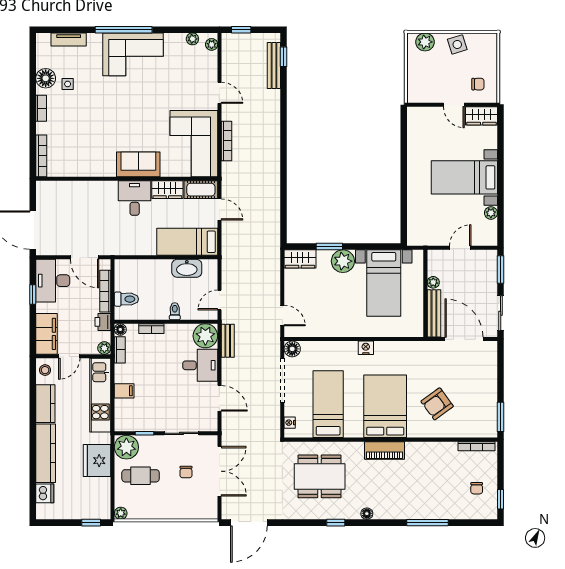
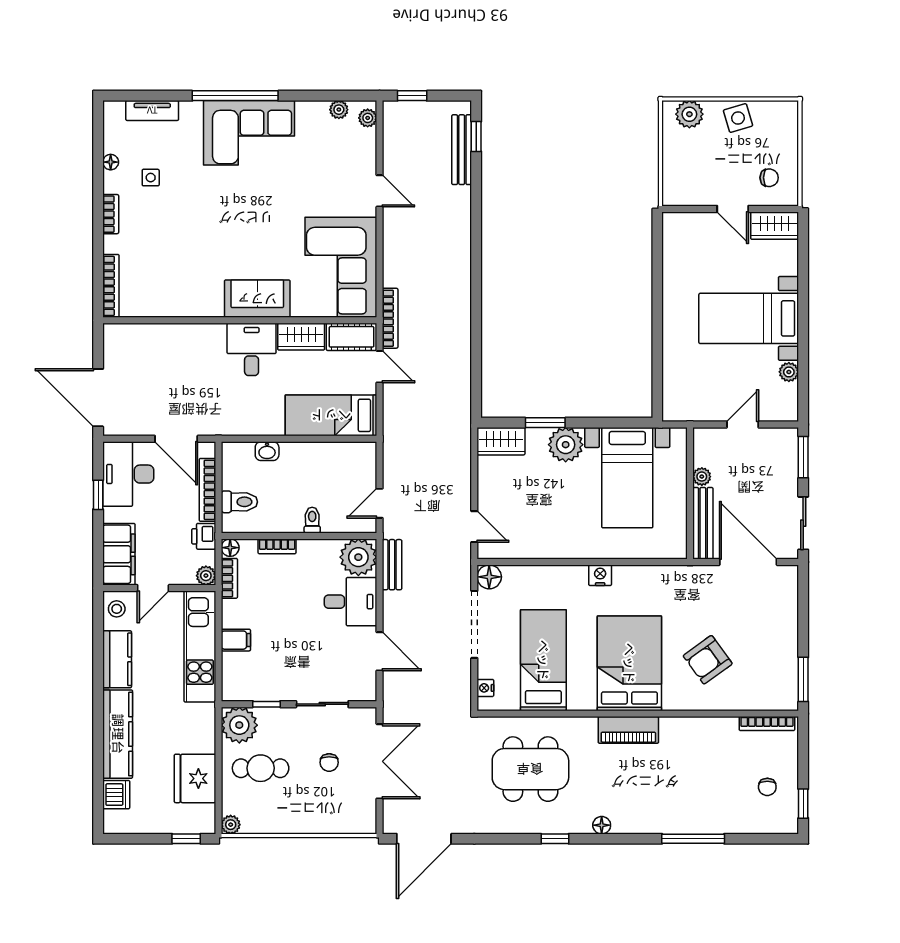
floor lamp: (46, 78) -> (111, 162), width x0.53, depth x0.53
bookcase: (226, 141) -> (390, 318), moved
washbasin: (187, 268) -> (267, 451), moved, width x0.52, depth x0.69
fridge: (97, 461) -> (195, 778), moved

